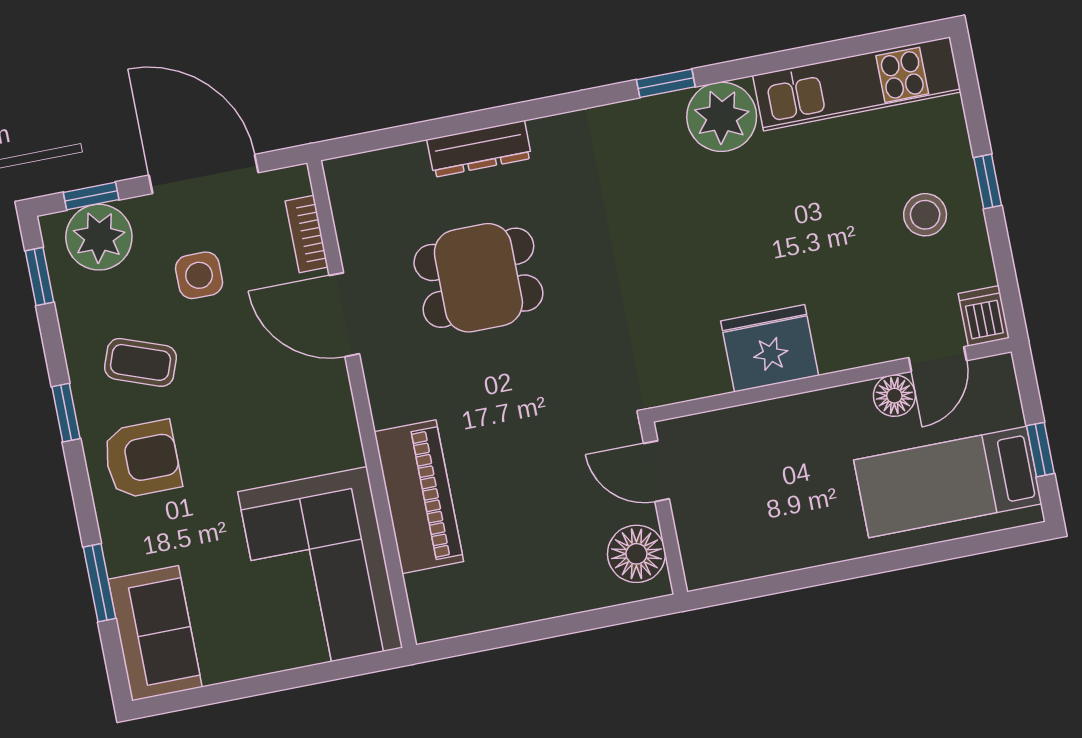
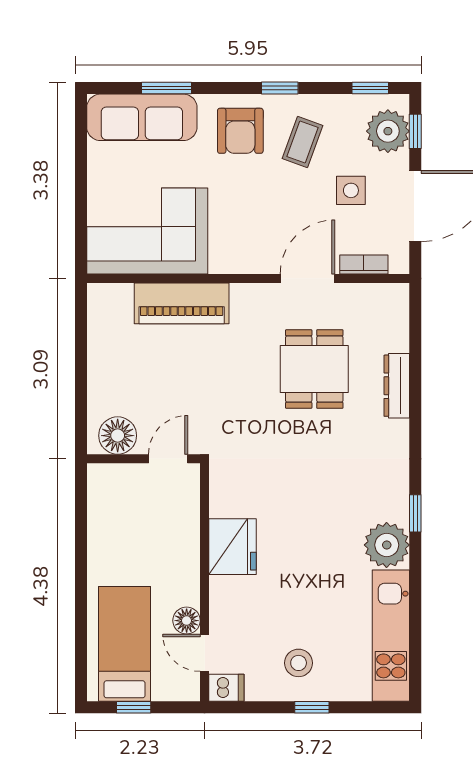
sofa: (155, 633) -> (142, 117), width x1.36

